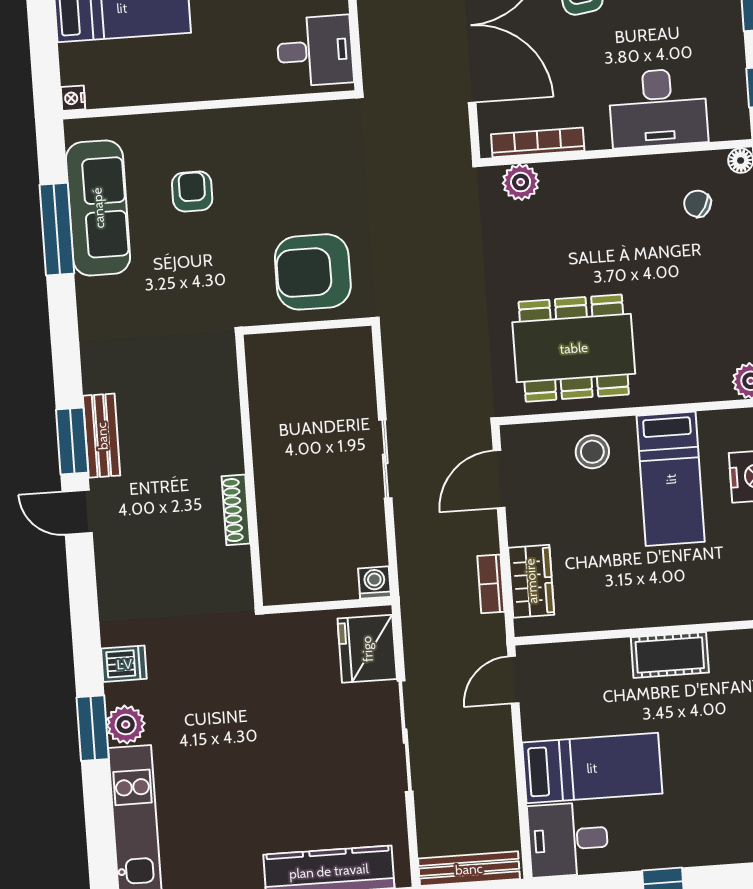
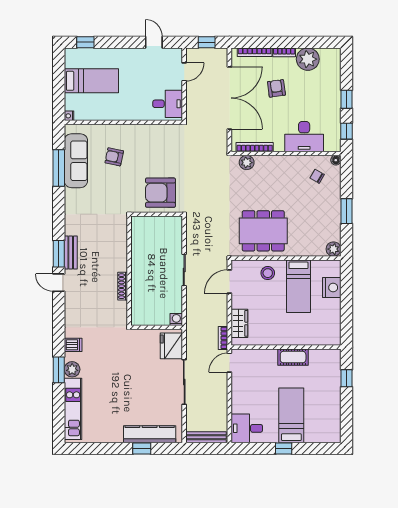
armchair: (192, 191) -> (114, 157), turned -78
bookcase: (491, 584) -> (223, 338), moved
bed: (592, 768) -> (291, 415), moved, turned -90

